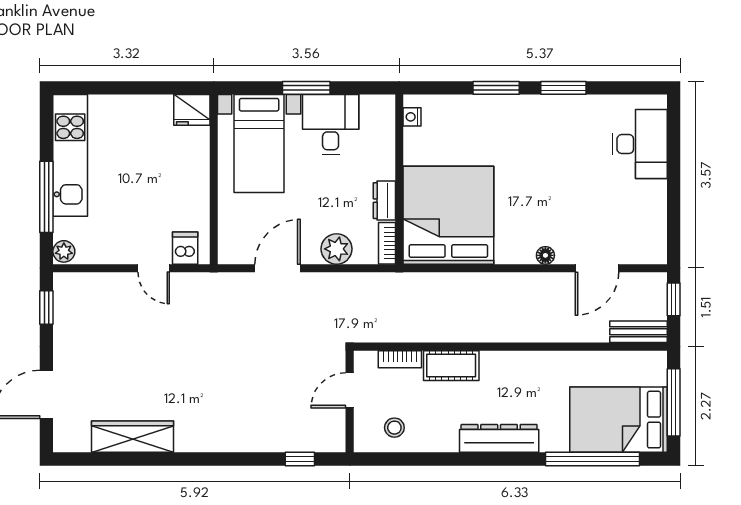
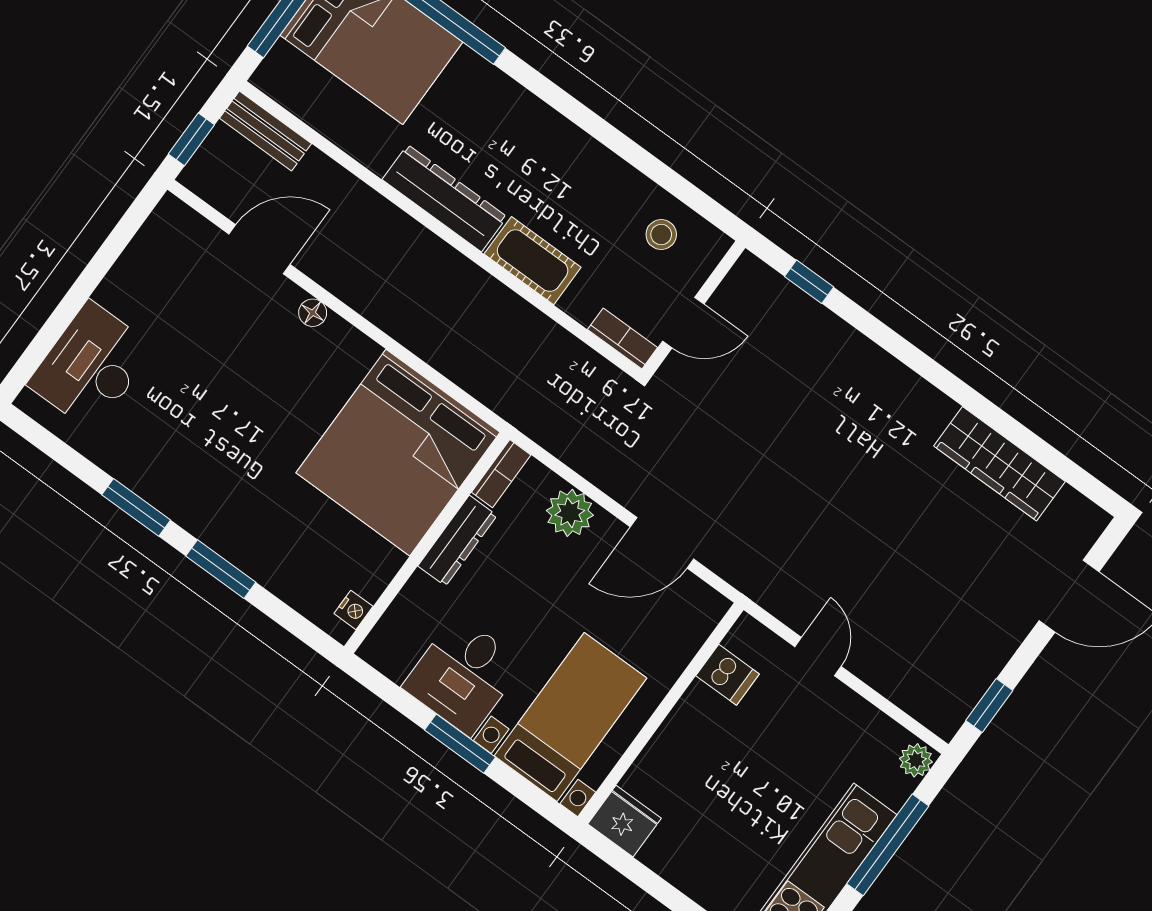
dresser: (384, 201) -> (457, 541), width x1.44
dishwasher: (185, 248) -> (728, 675), moved, turned -90
bookcase: (400, 359) -> (623, 339), moved
dresser: (499, 438) -> (445, 198), moved, turned 180

